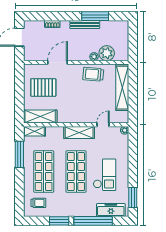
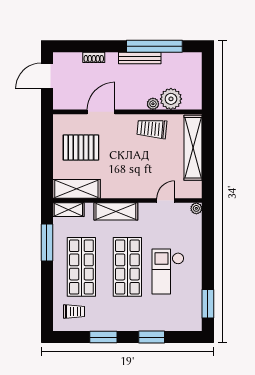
window: (95, 16) -> (154, 46), width x1.46
shelving: (79, 132) -> (116, 211), moved
checkout: (105, 175) -> (168, 271), turned 180
freezer: (111, 210) -> (177, 322), removed
window: (93, 221) -> (152, 337), width x0.47

